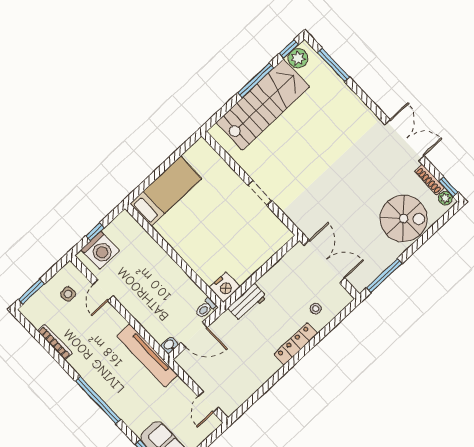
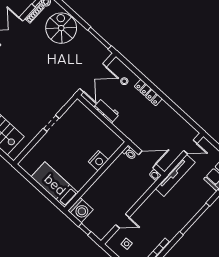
washing machine: (100, 250) -> (81, 210), moved, turned 90
double door: (324, 262) -> (93, 78), swing flipped
nightstand: (225, 287) -> (98, 161), moved, turned 90
workbench: (247, 302) -> (107, 111), moved
door: (194, 335) -> (147, 159), hinge flipped
tv unit: (147, 355) -> (175, 175), moved

